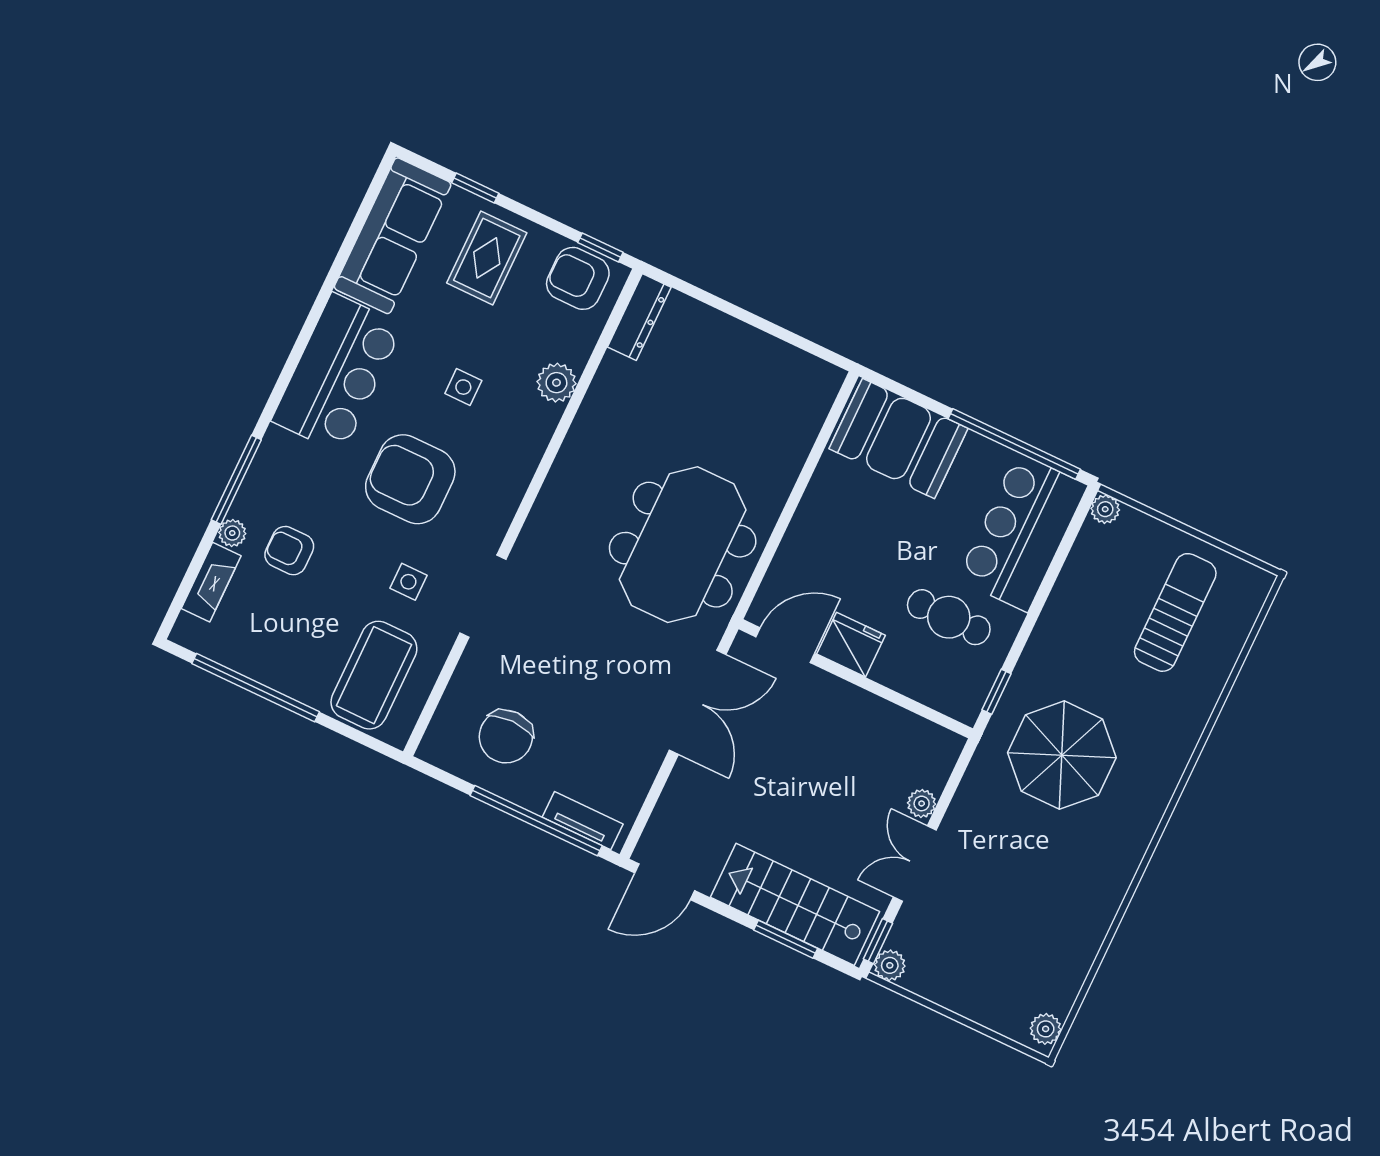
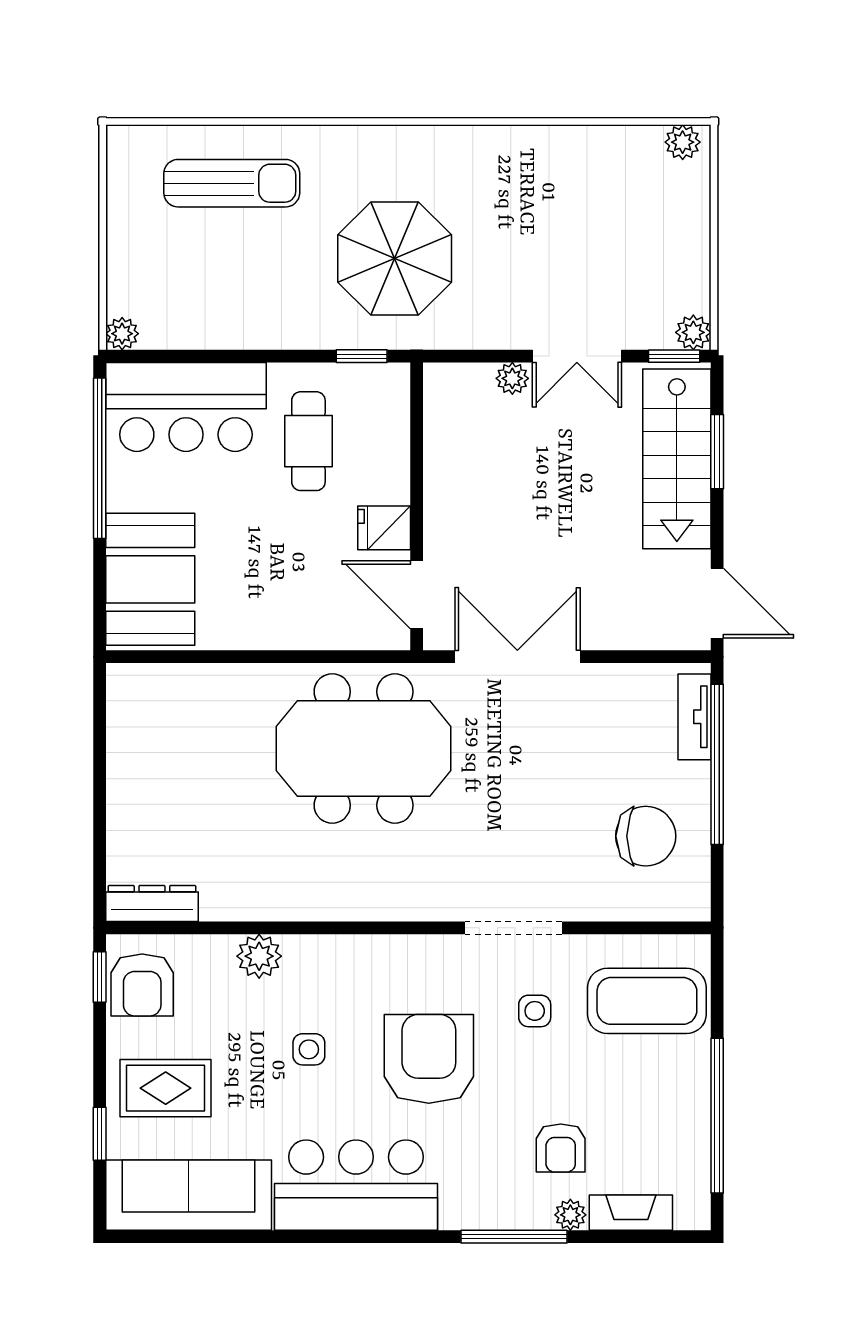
armchair: (410, 479) -> (429, 1059), turned 180
sun lounger: (1175, 612) -> (232, 183), moved, turned 180
fridge: (851, 645) -> (384, 528), width x0.72

